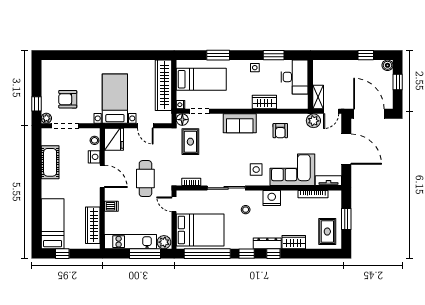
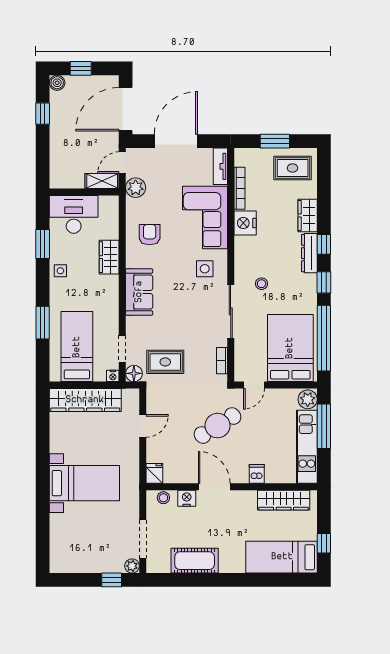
armchair: (68, 99) -> (105, 536), removed
bed with nightstands: (115, 99) -> (84, 483), moved, turned 180
door: (331, 111) -> (122, 163), swing flipped
armchair: (280, 131) -> (150, 235), turned -90
fridge: (114, 139) -> (154, 473), width x0.53, depth x0.75
door: (102, 176) -> (214, 487), hinge flipped
cafe table: (145, 179) -> (218, 426), turned -32
nightstand: (272, 198) -> (245, 223), moved

